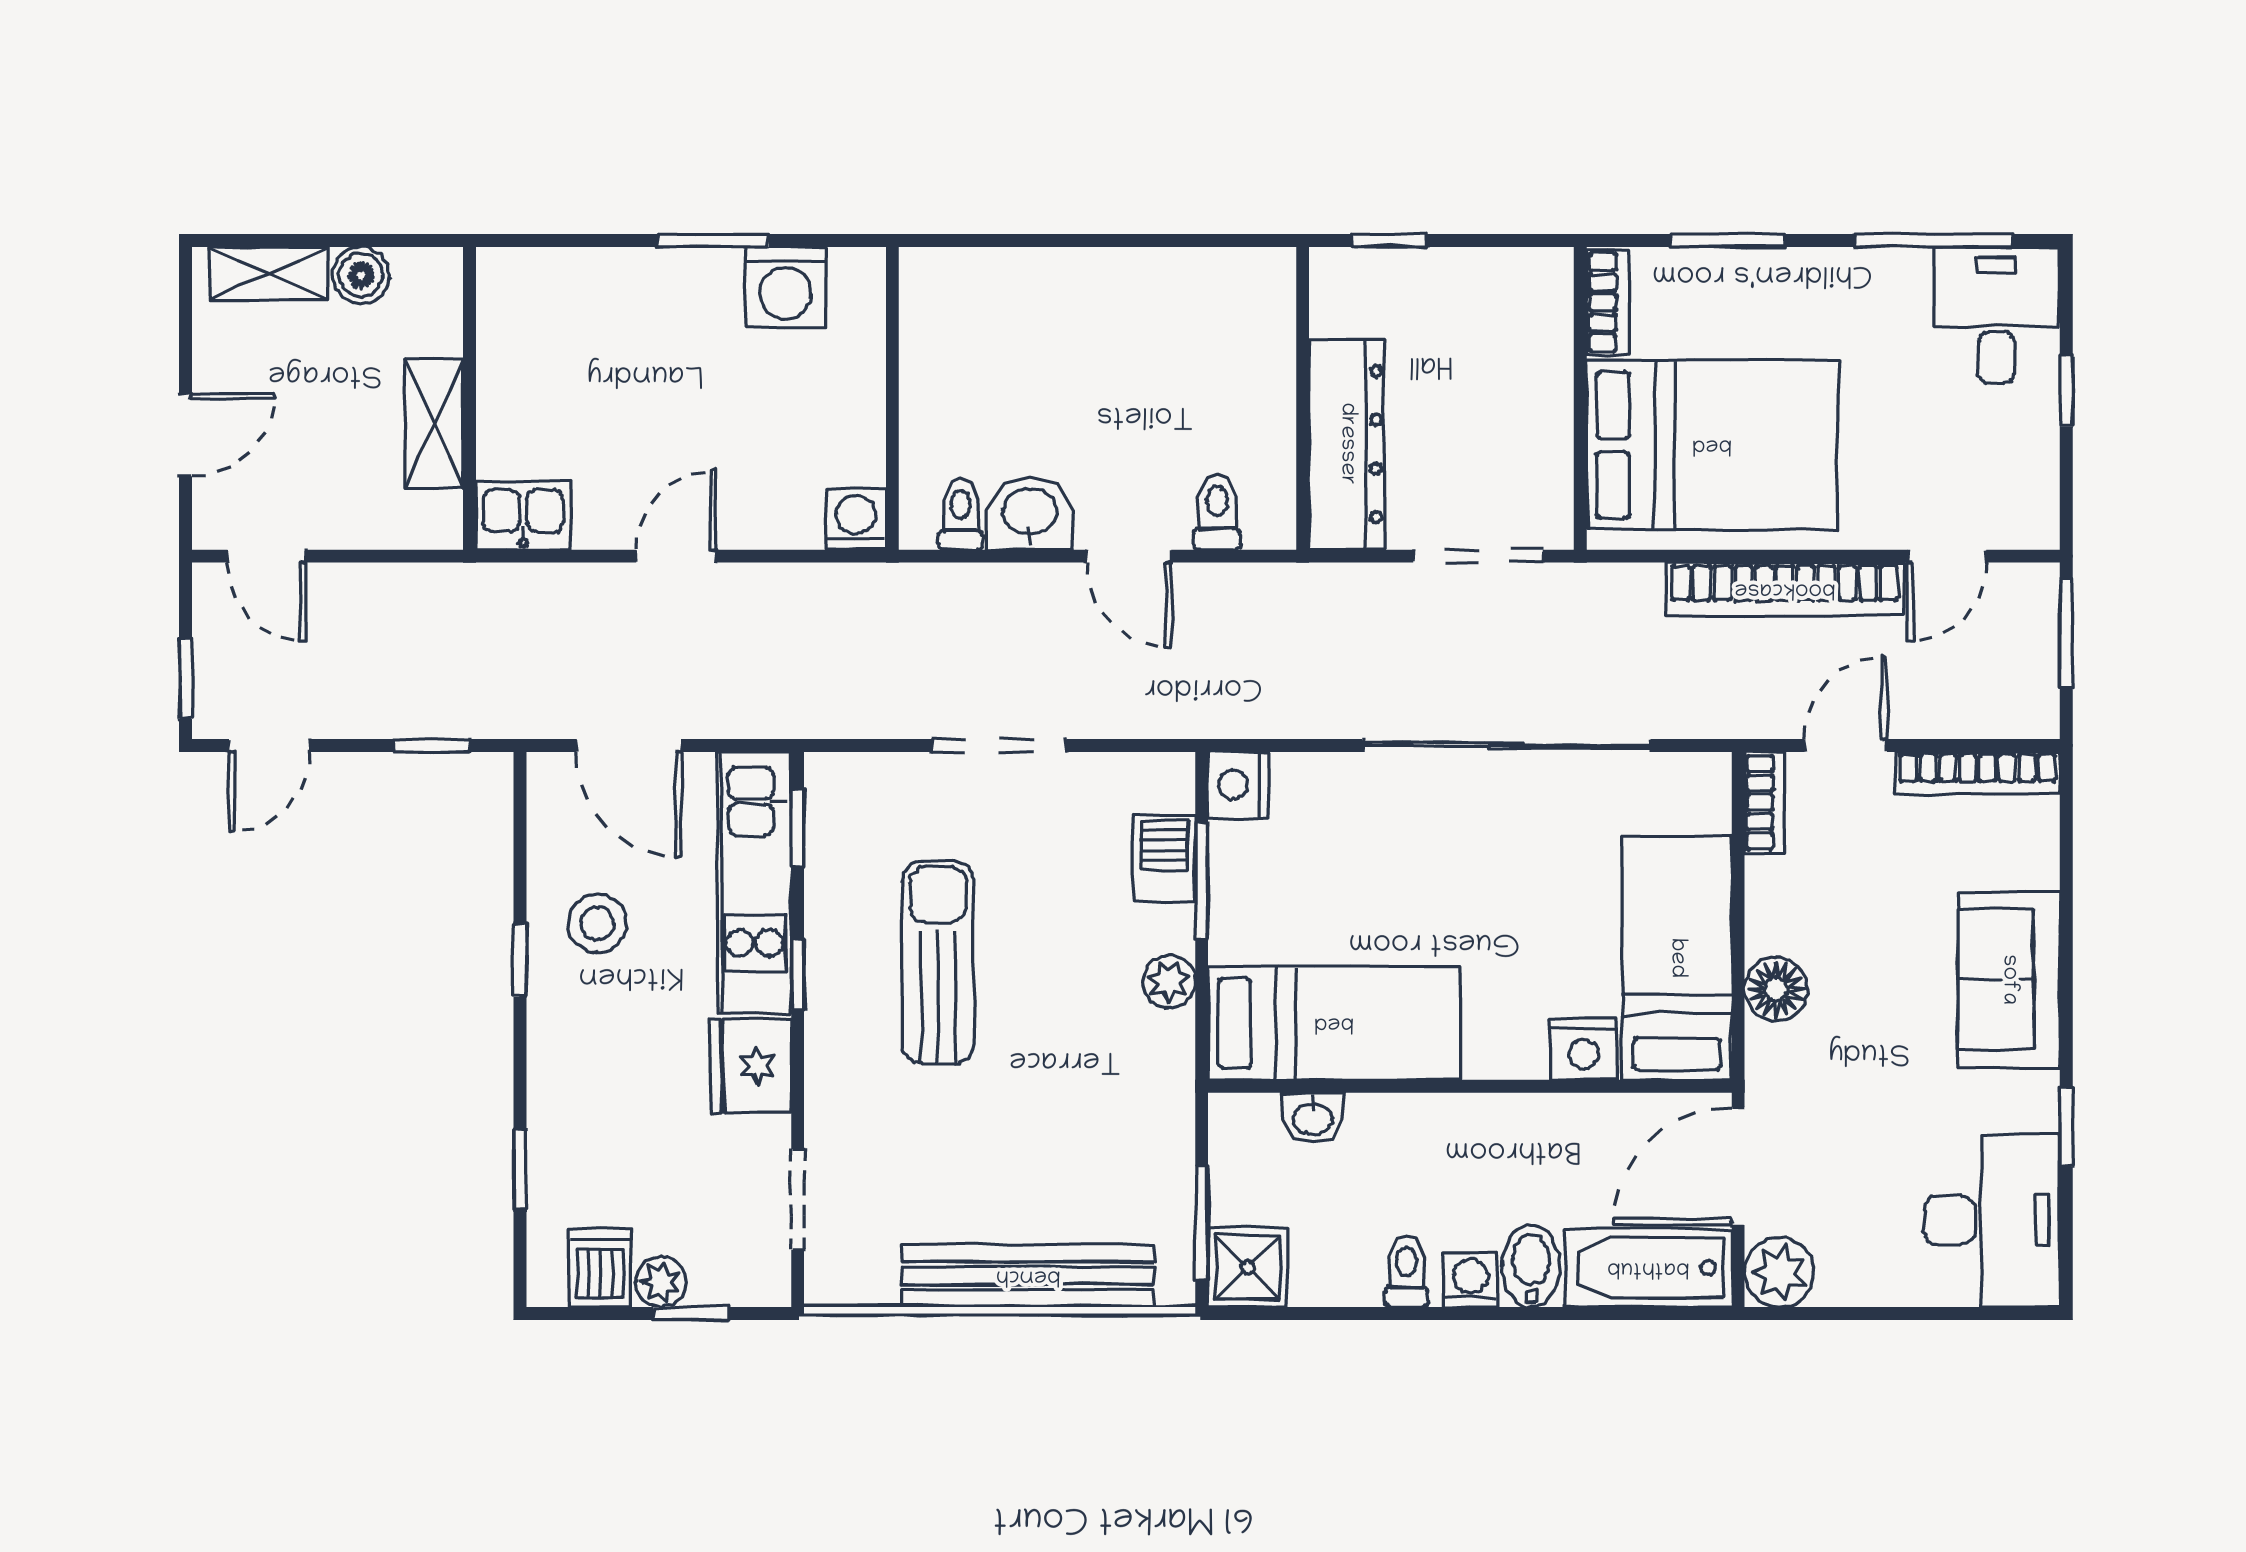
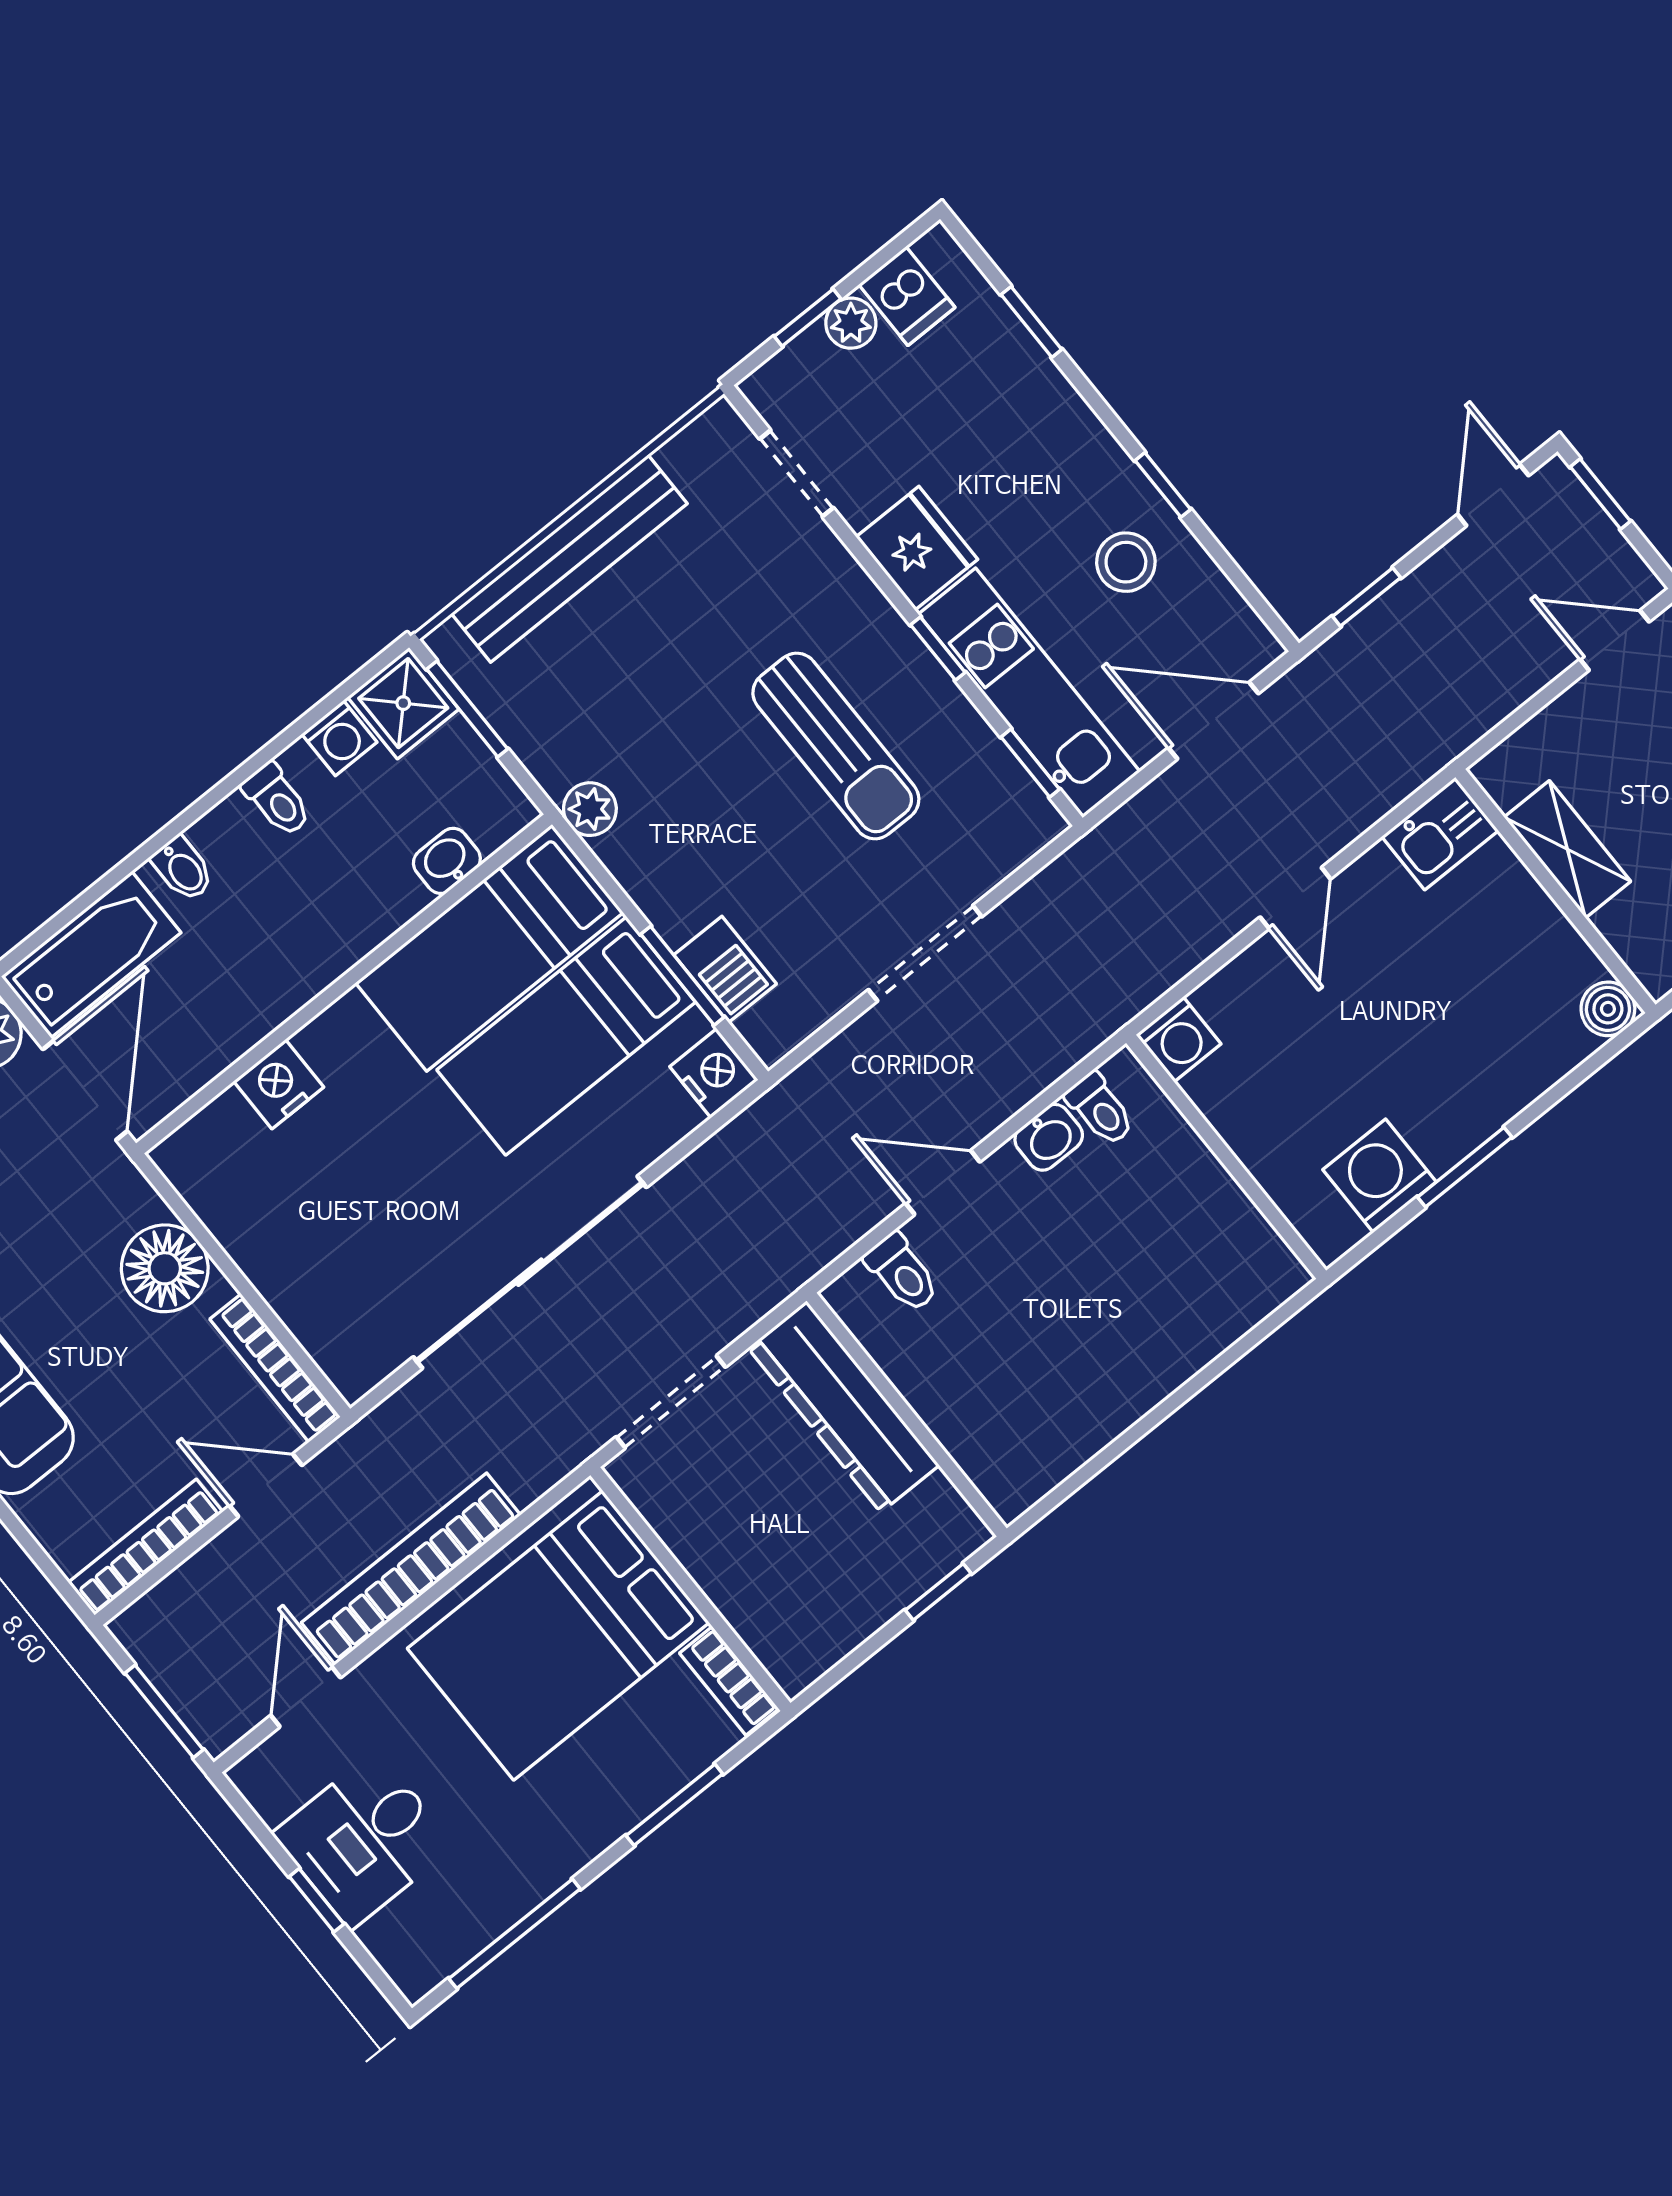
boiler: (503, 274) -> (1608, 1009), added
desk: (1997, 315) -> (364, 1840), moved, turned 90
washbasin: (1030, 514) -> (1049, 1137), width x0.72, depth x0.69
door: (1846, 745) -> (266, 1485), swing flipped
bookcase: (1765, 802) -> (275, 1368), width x1.56
bed: (1677, 958) -> (566, 1036), moved, turned 90
plant: (1169, 982) -> (590, 809), moved
floor lamp: (1776, 989) -> (165, 1268), width x1.38, depth x1.38
bidet: (1531, 1266) -> (183, 869), width x0.72, depth x0.74
washing machine: (1471, 1280) -> (339, 738), moved

